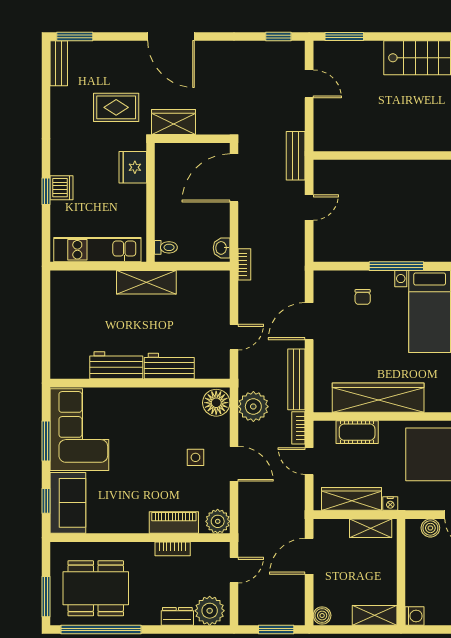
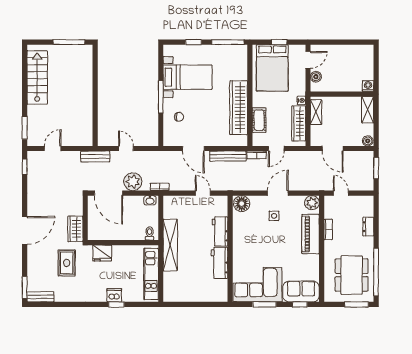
shelving: (146, 282) -> (170, 245), width x1.47
plant: (253, 407) -> (133, 182), moved
piano: (174, 523) -> (311, 234), width x1.37, depth x1.33
plant: (210, 611) -> (365, 208), removed

